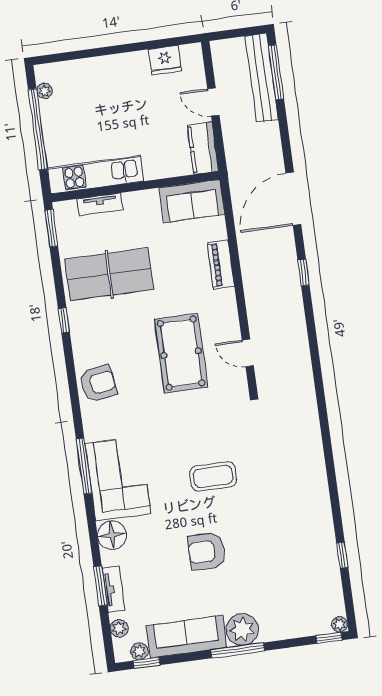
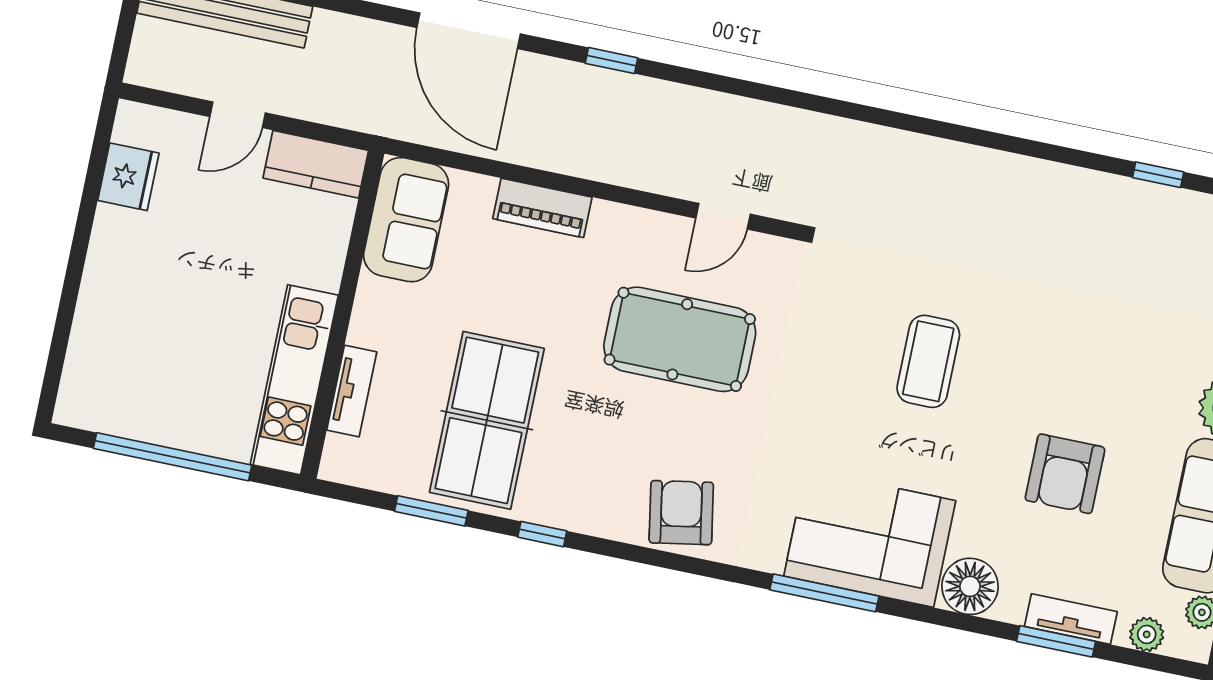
plant: (44, 91) -> (106, 419), removed
window: (51, 228) -> (431, 511), moved
armchair: (206, 551) -> (1065, 474), moved

